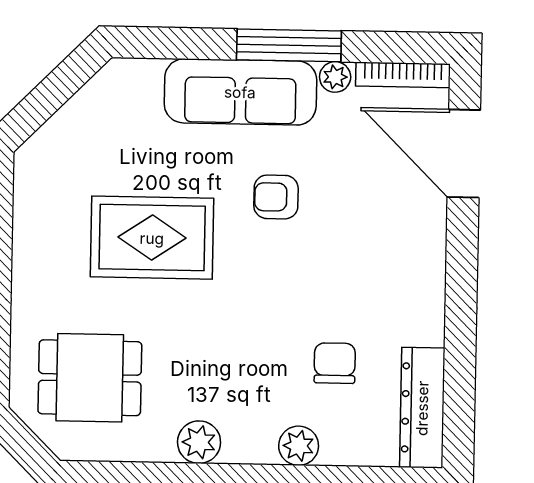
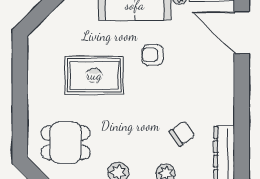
chair: (335, 363) -> (182, 134), turned 55

